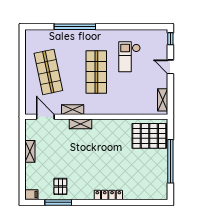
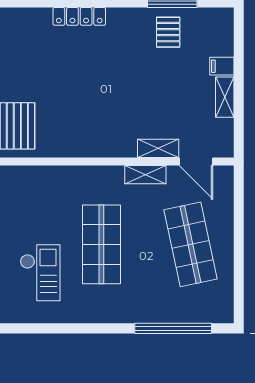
window: (75, 27) -> (173, 328), moved
shelving: (80, 124) -> (158, 148), moved
filing cabinet: (31, 195) -> (222, 66), moved

